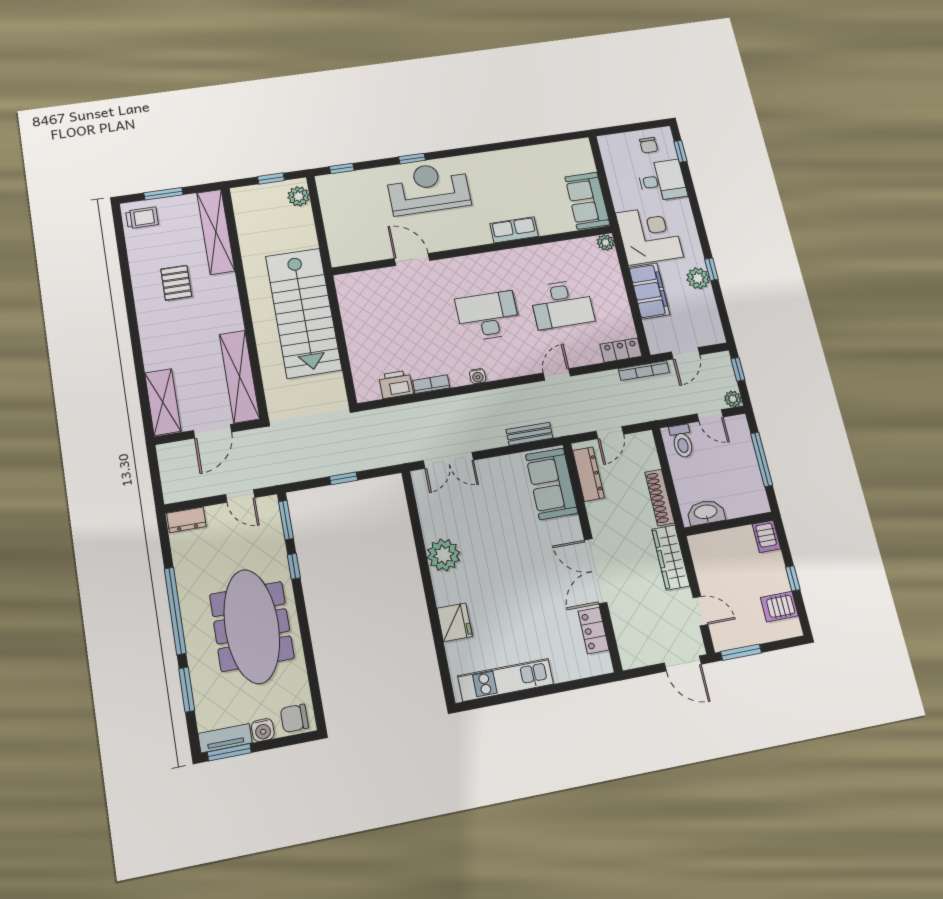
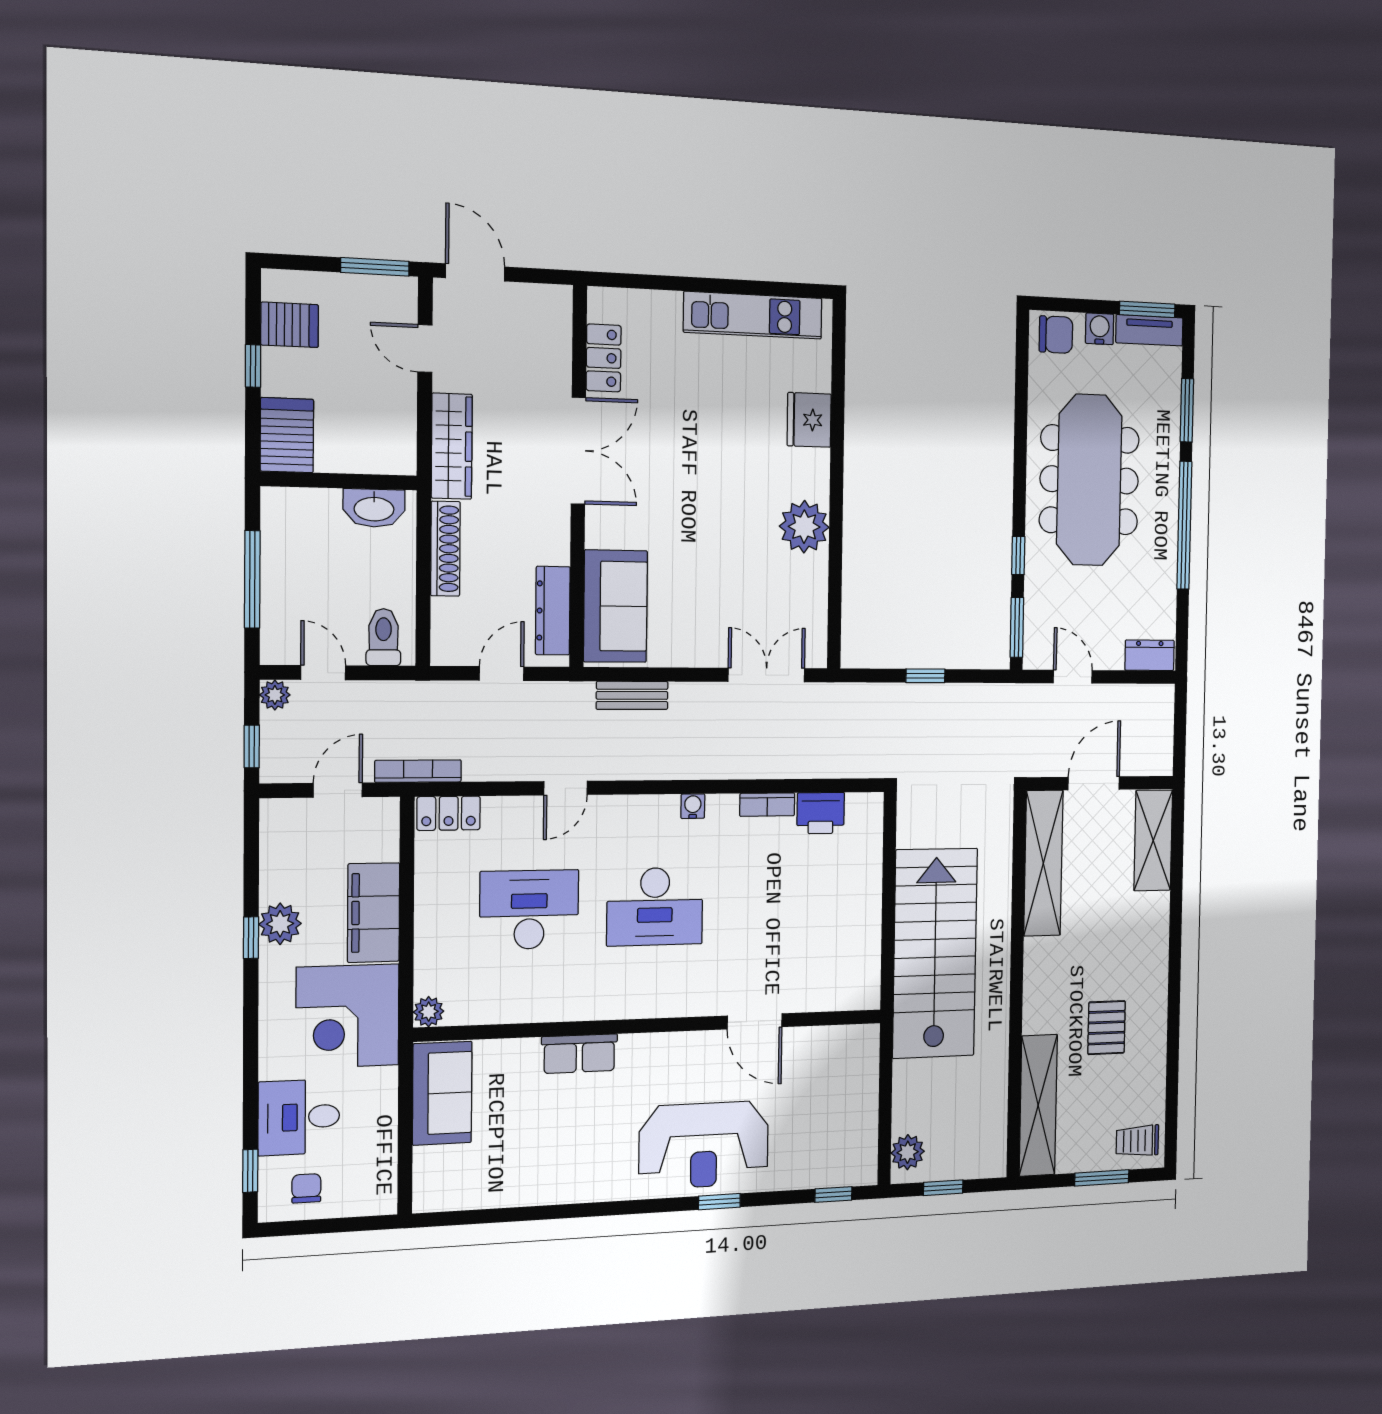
server rack: (766, 536) -> (287, 435), width x1.36, depth x1.44

